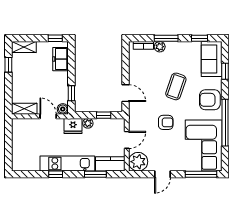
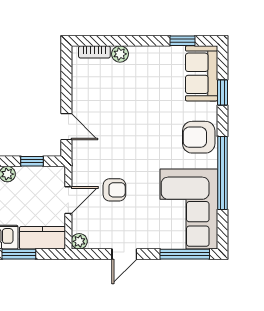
window: (166, 38) -> (130, 41), removed
coffee table: (176, 86) -> (145, 116), removed
armchair: (166, 122) -> (114, 190), moved
plant: (138, 162) -> (79, 241), width x0.53, depth x0.53

